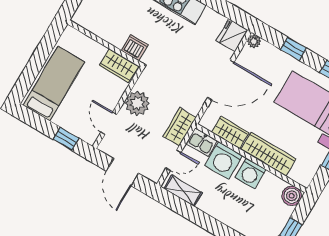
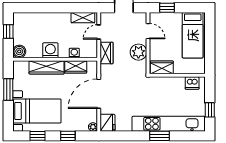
dishwasher: (135, 48) -> (192, 83), moved
kitchen sink: (202, 142) -> (89, 52), removed
washing machine: (224, 161) -> (74, 53), width x0.53, depth x0.53

